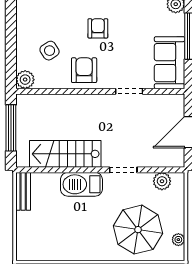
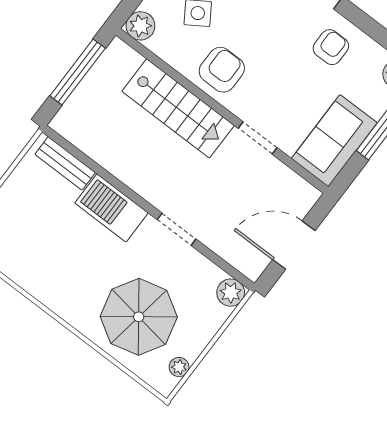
armchair: (98, 28) -> (331, 47), moved
stairs: (65, 154) -> (178, 108), moved, turned 180
plant: (162, 181) -> (231, 293), moved
bench: (23, 191) -> (65, 163), moved, turned 90

